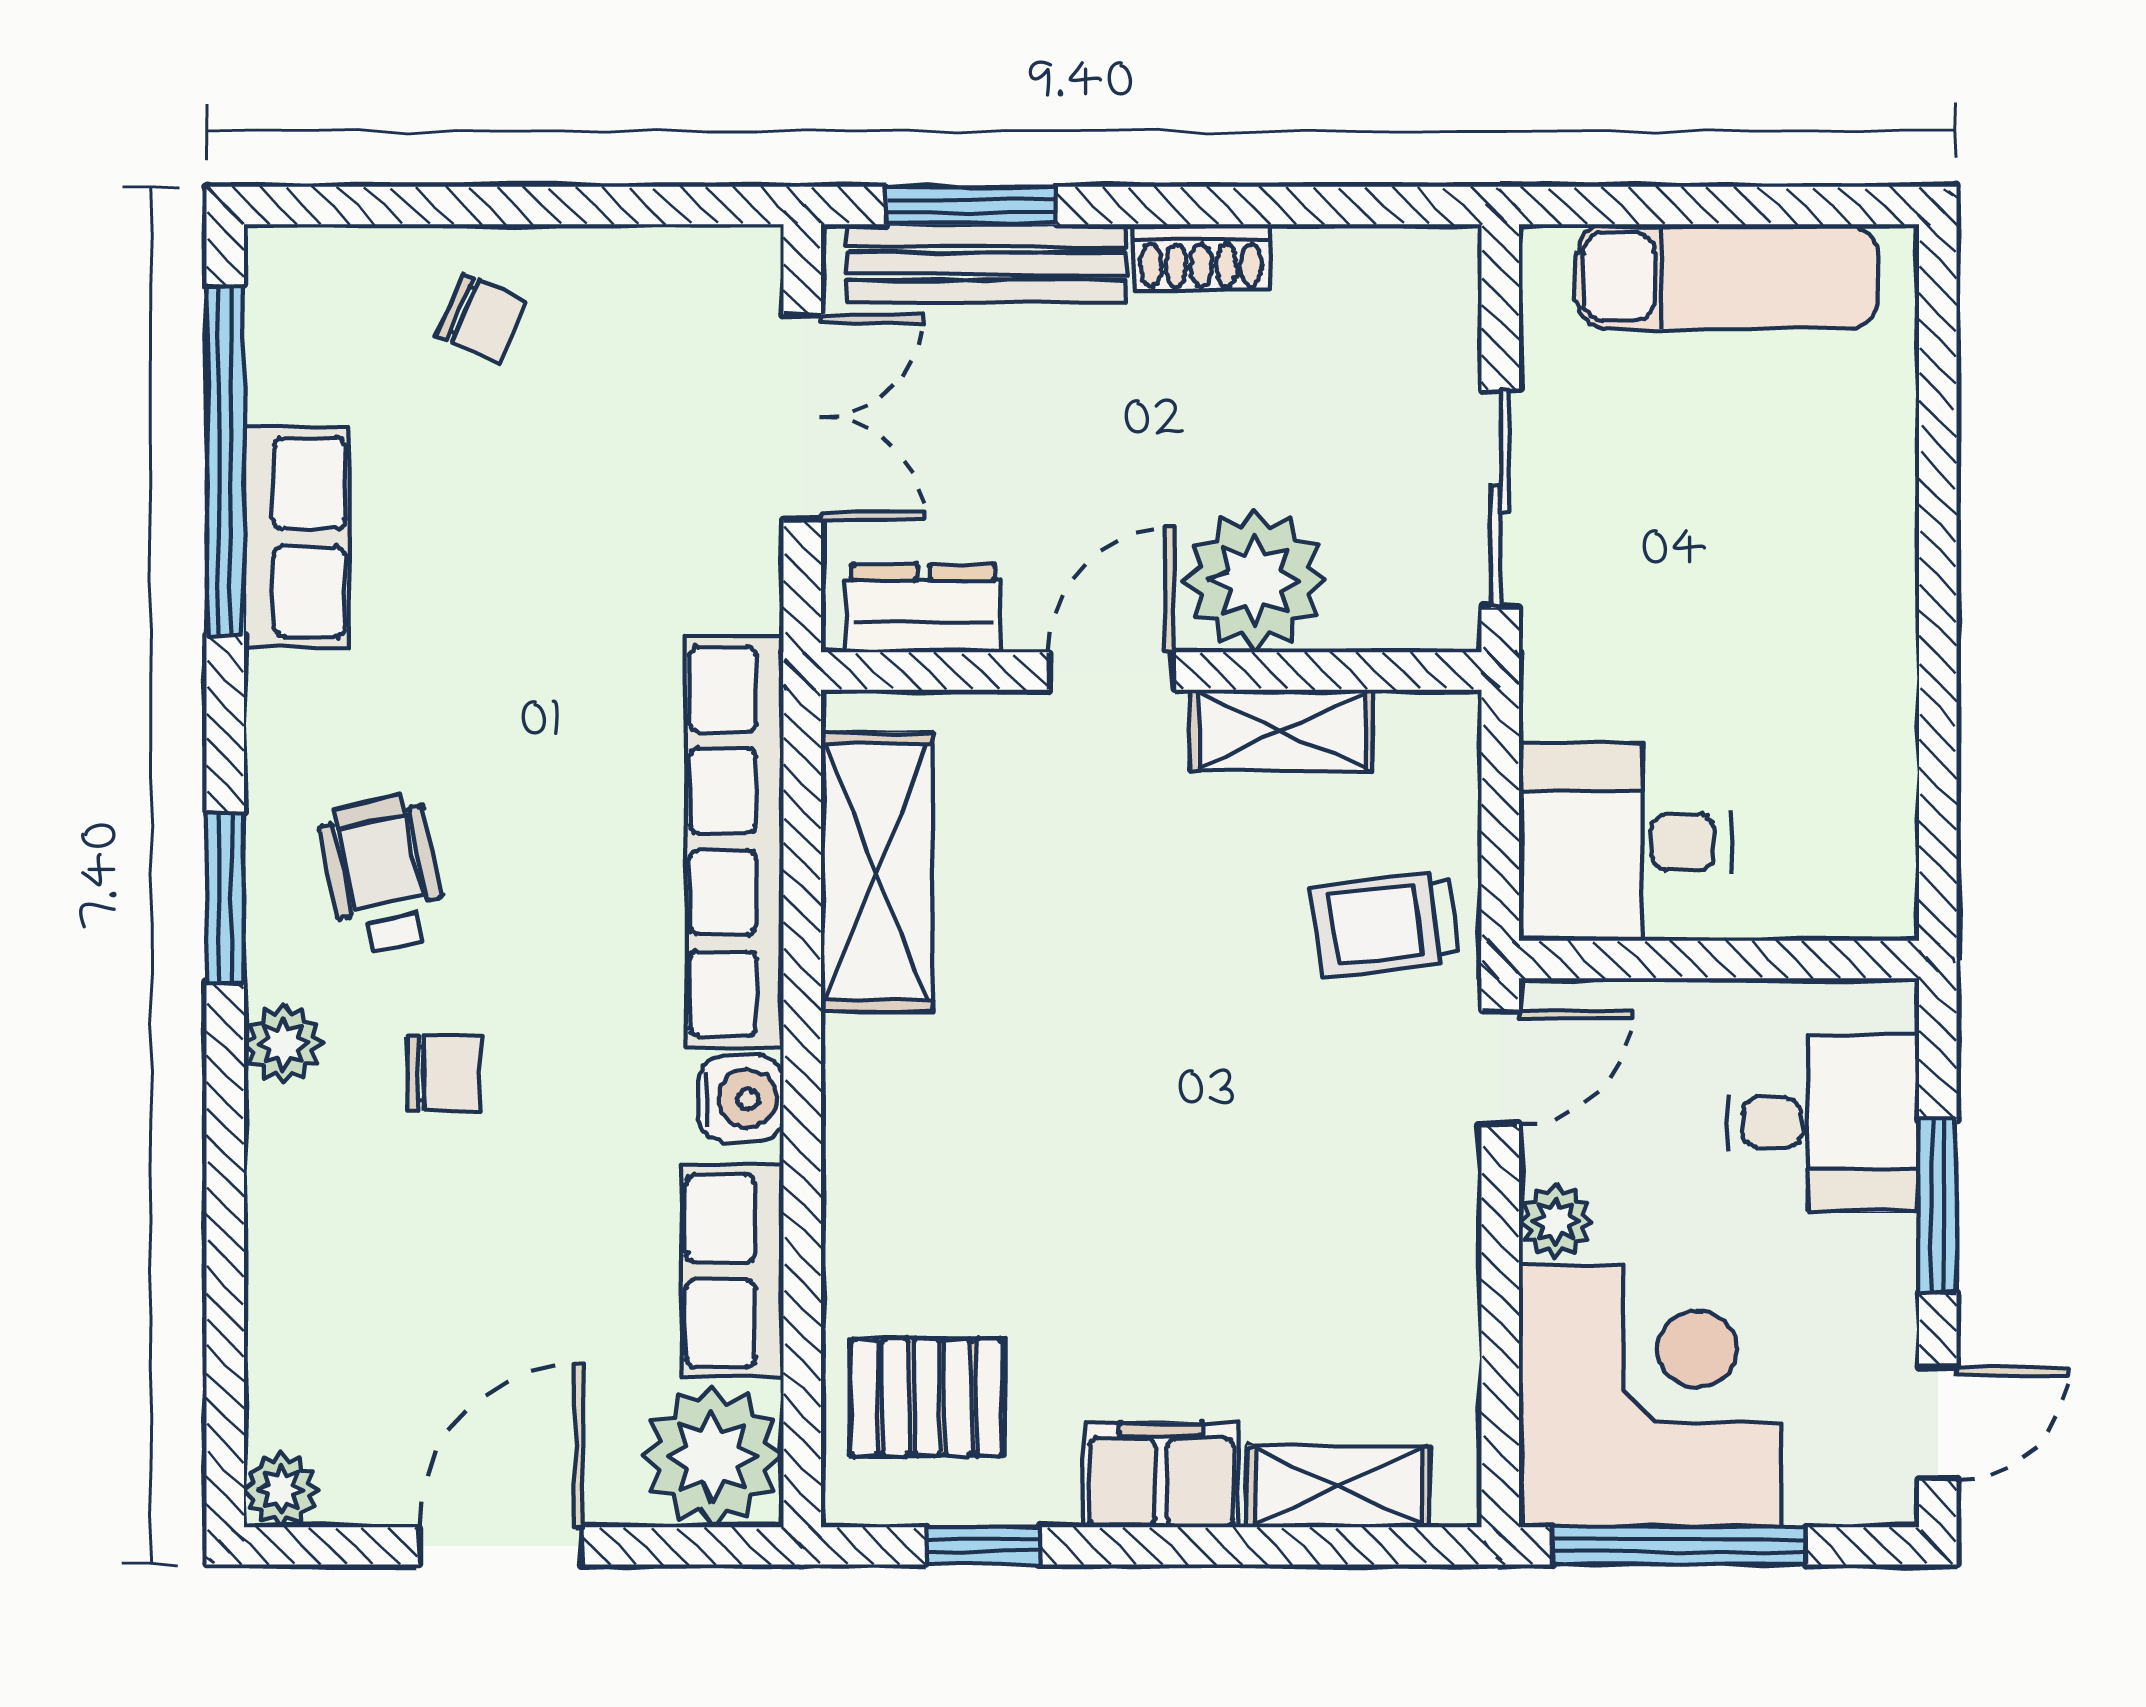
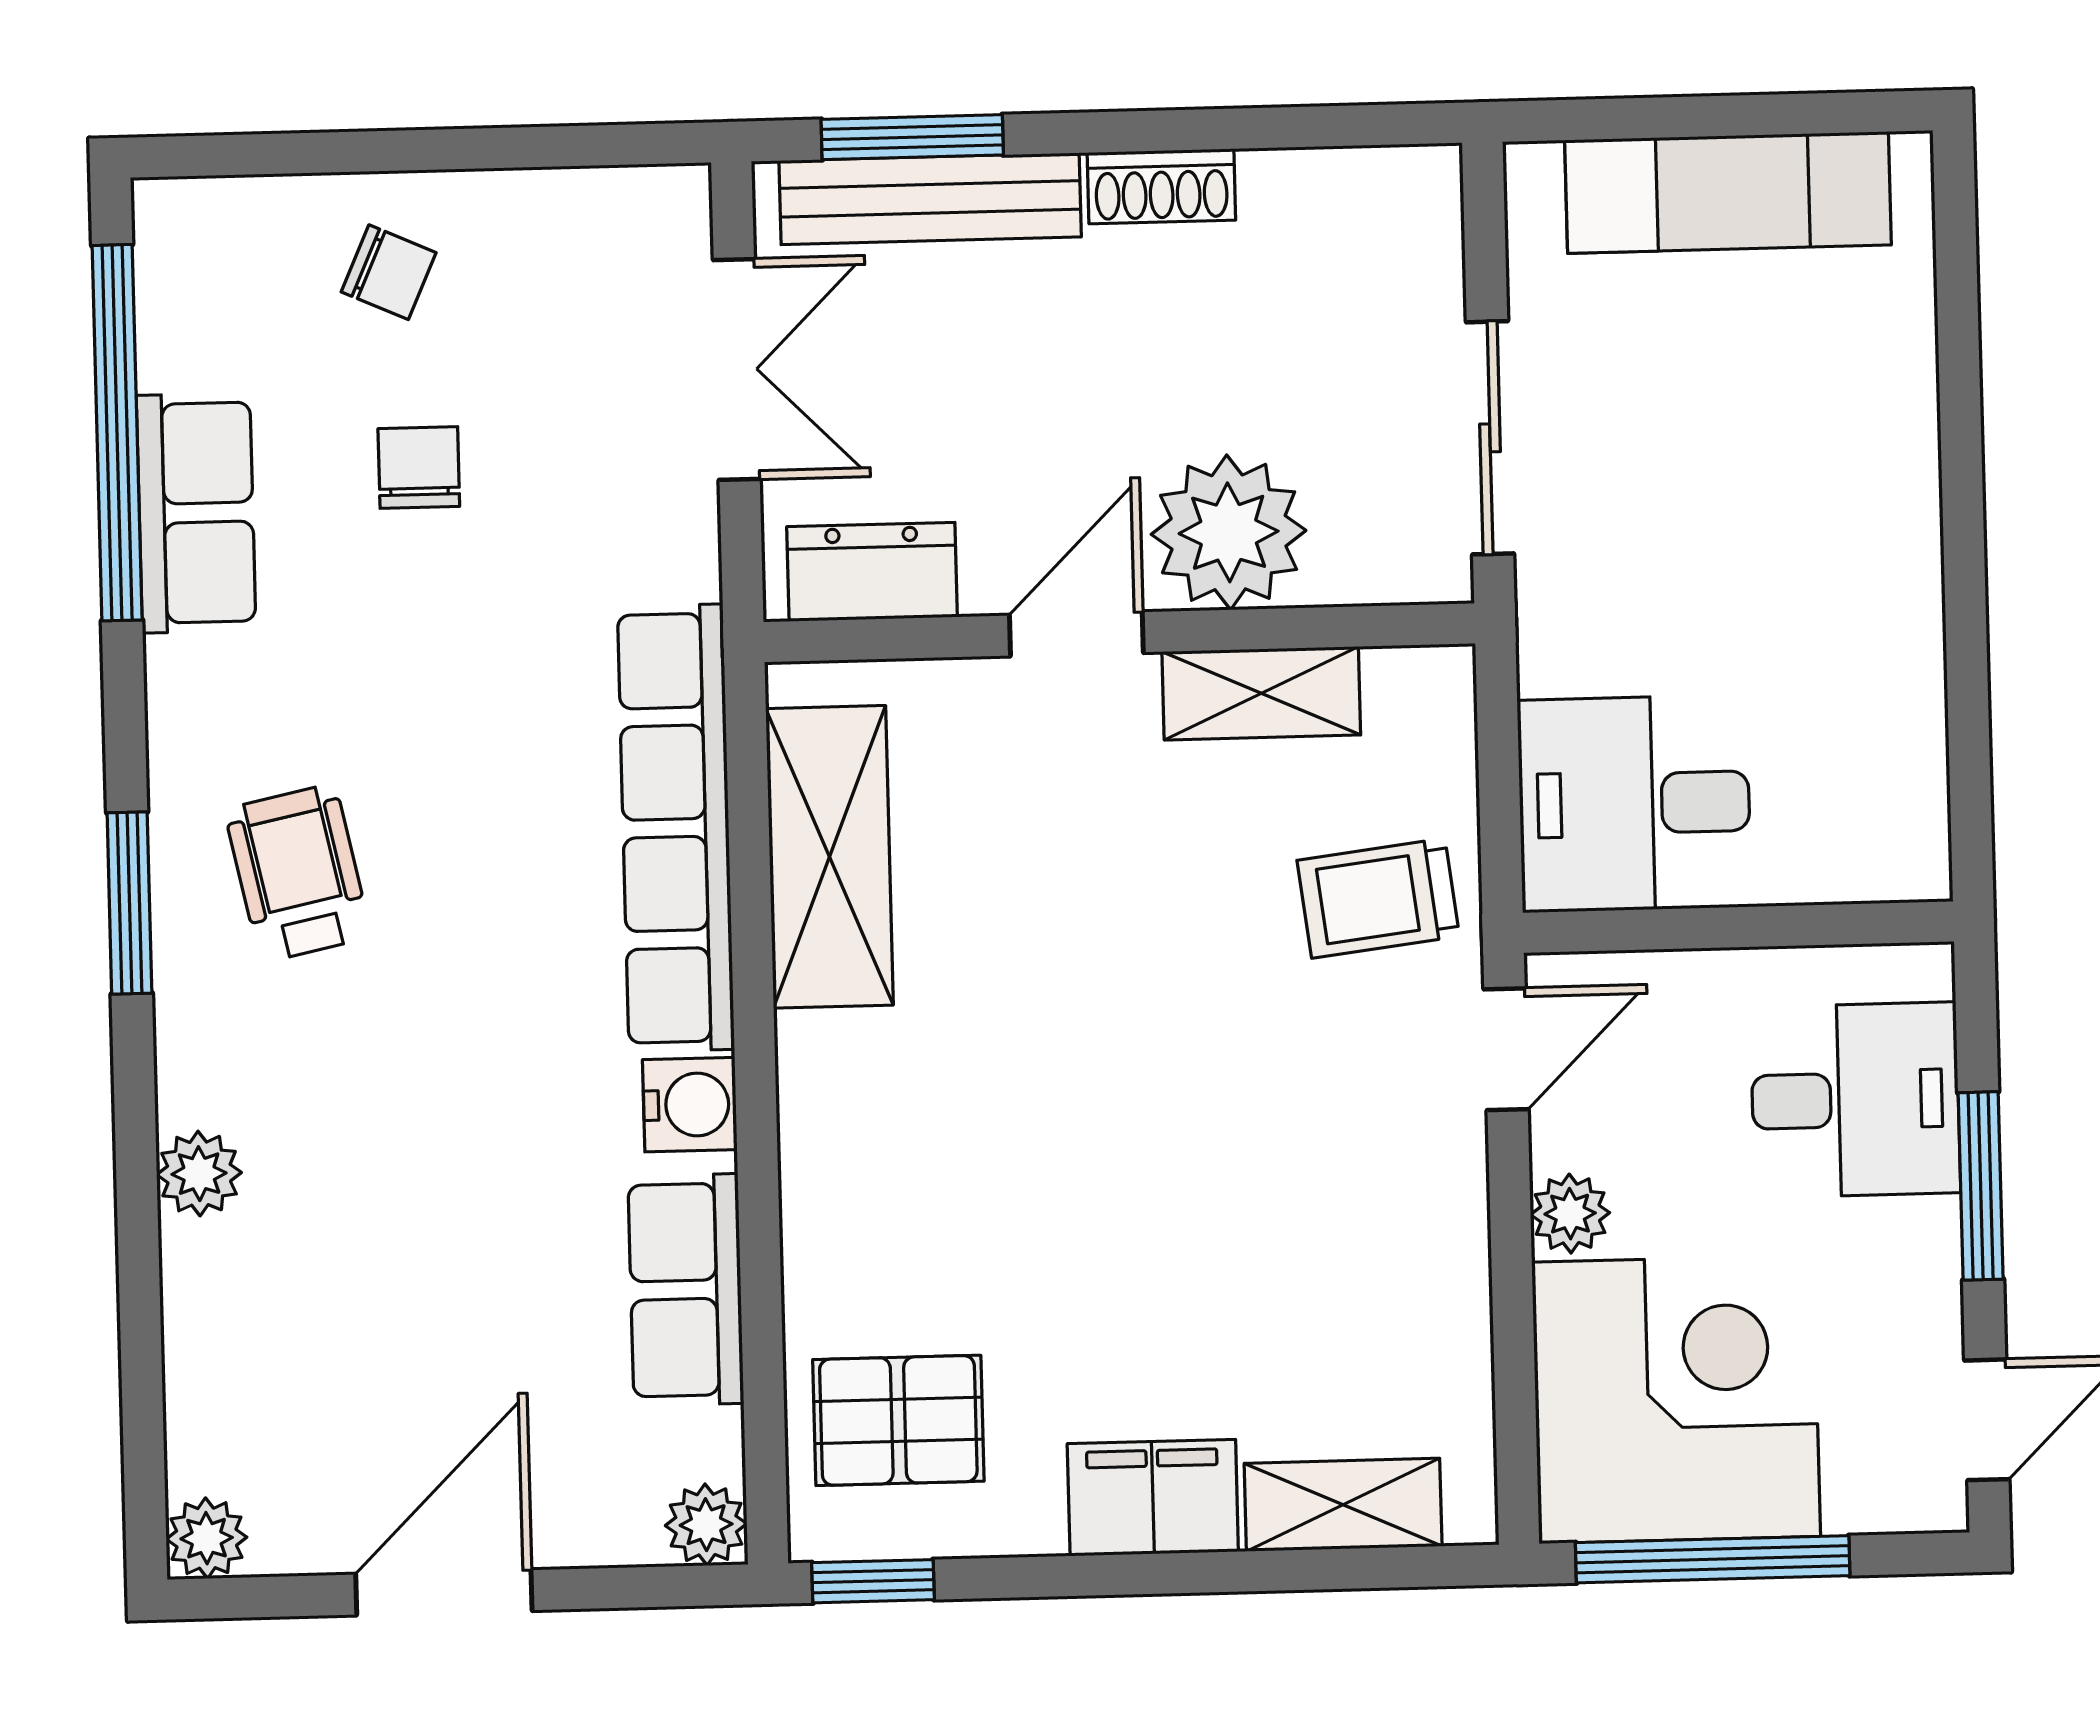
plant: (283, 1044) -> (199, 1174), moved
chair: (443, 1073) -> (419, 468), moved, turned -90
plant: (712, 1456) -> (706, 1525), width x0.53, depth x0.53
window: (983, 1546) -> (873, 1581), moved

